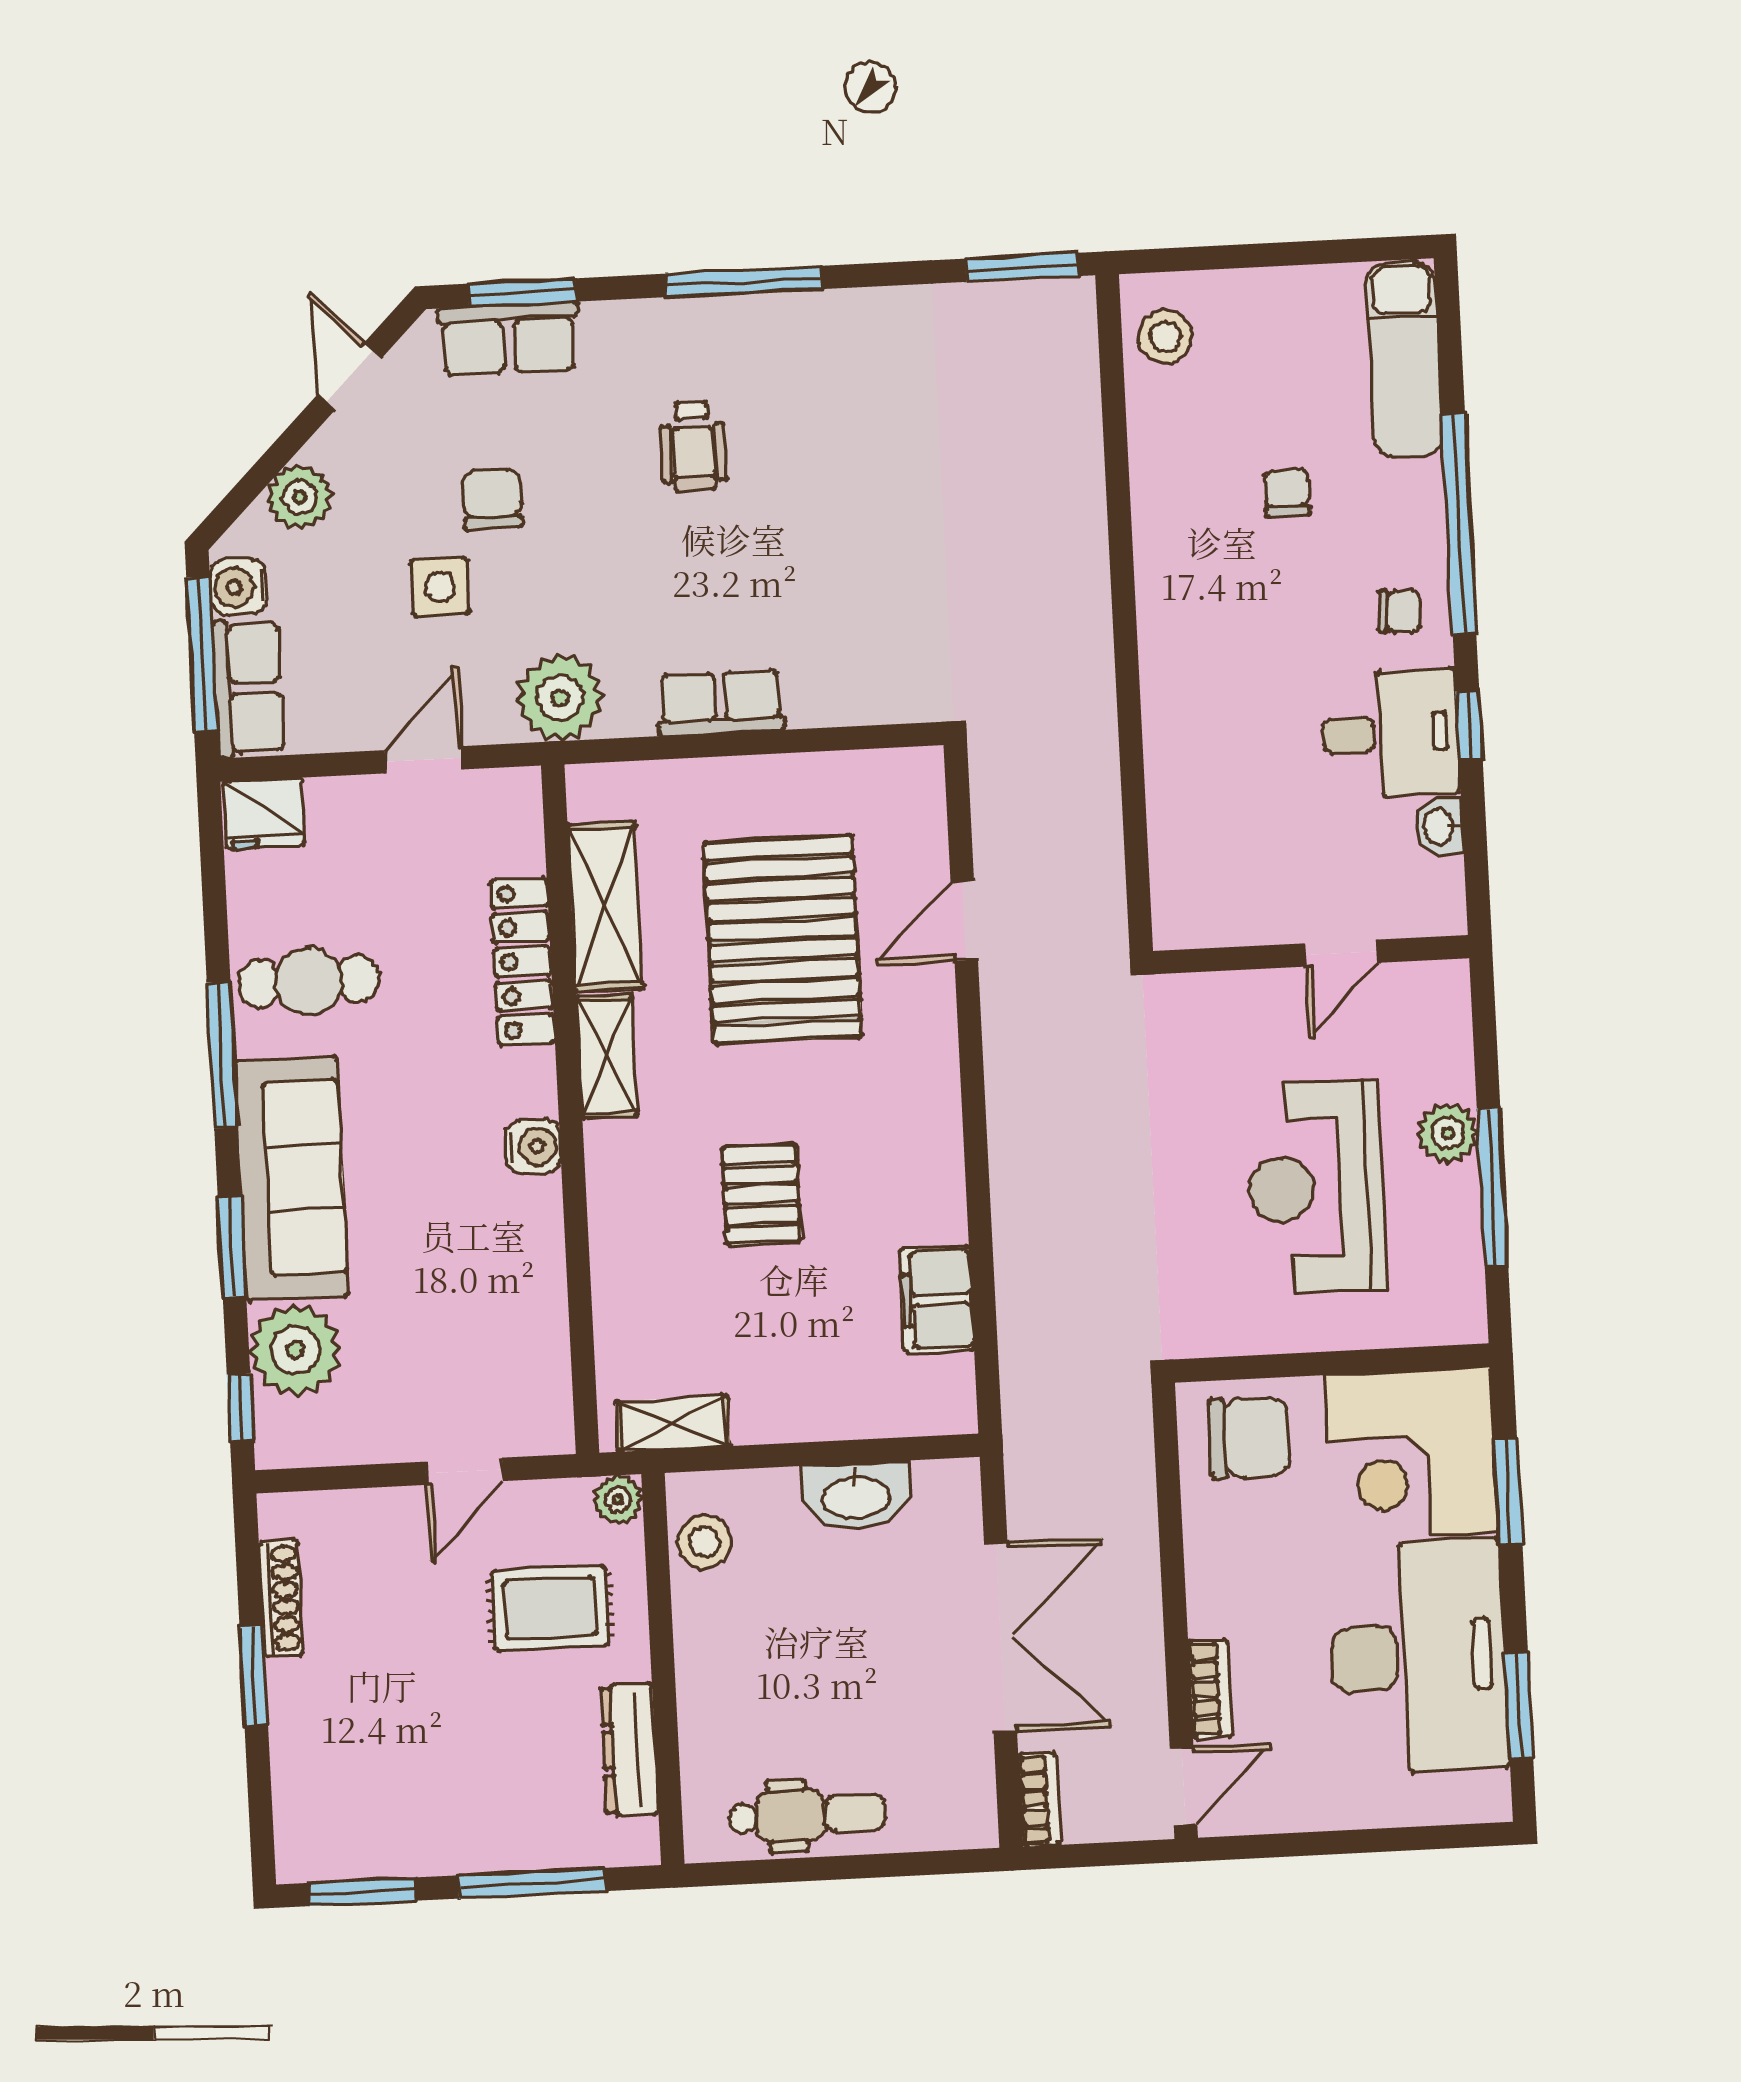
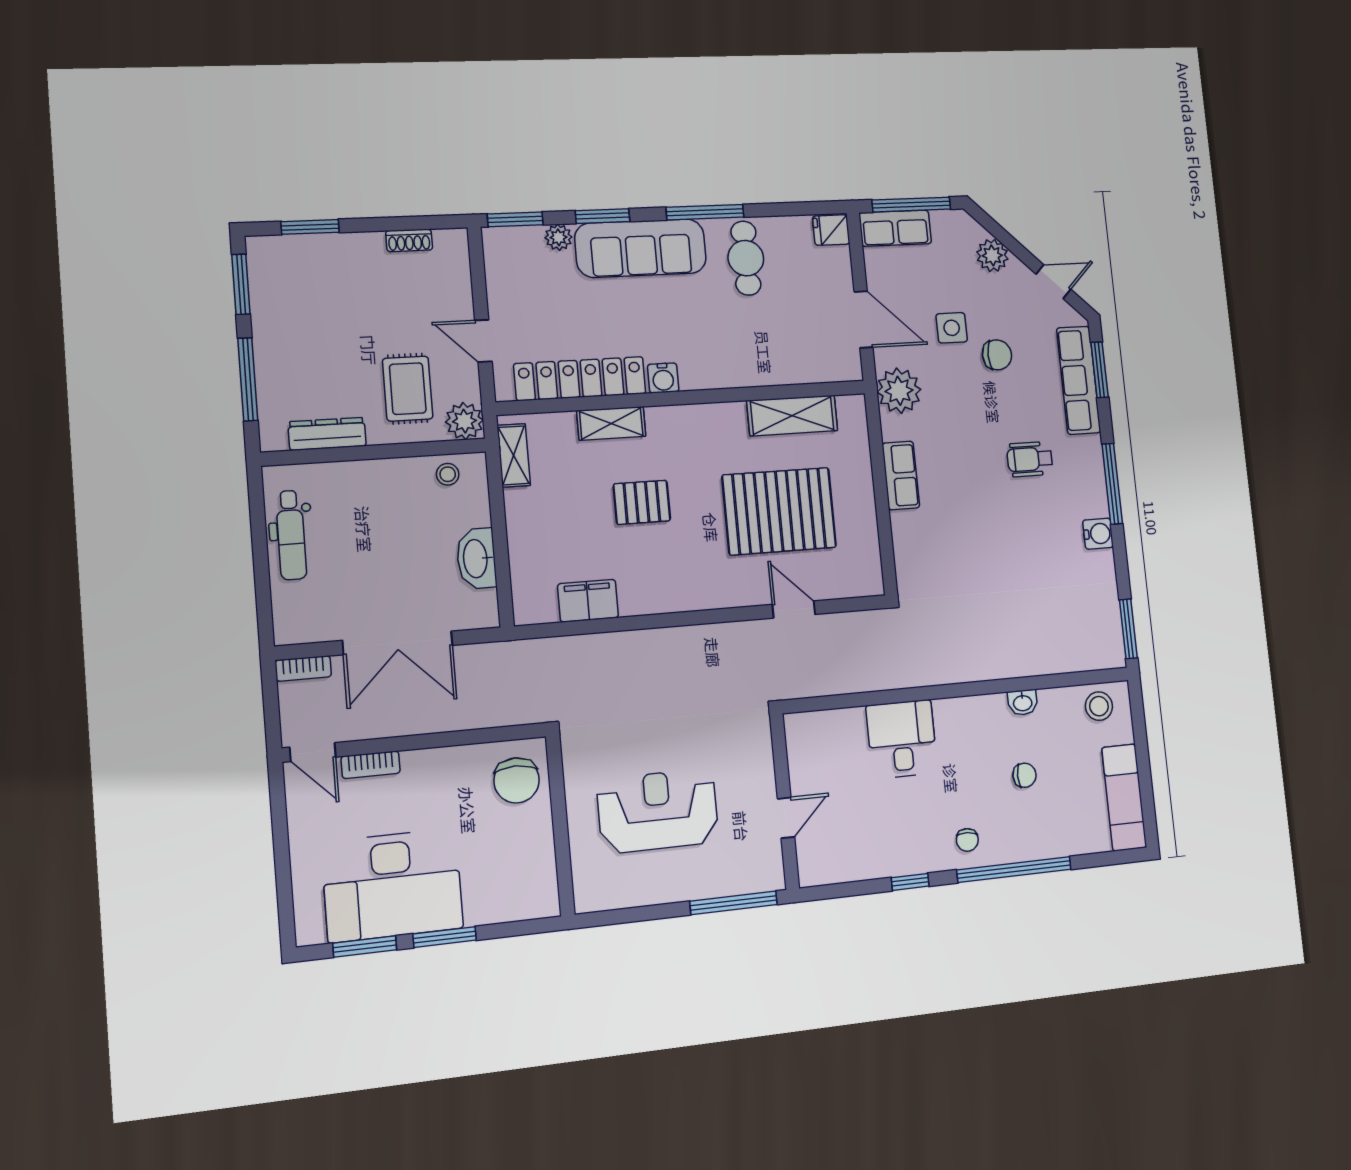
row of seats: (509, 339) -> (1079, 380), width x1.48
exam couch: (1405, 360) -> (1124, 797), moved, turned -90
water cooler: (239, 587) -> (1098, 534), moved, turned 90
desk: (1390, 734) -> (902, 739), moved, turned 180
door: (424, 760) -> (864, 319), width x1.38
fridge: (264, 813) -> (831, 230), width x0.72
washbasin: (1440, 827) -> (1023, 703), moved, turned 180
door: (1341, 953) -> (786, 818), swing flipped
locker: (523, 962) -> (580, 379), moved, width x1.41, depth x1.21
shelving: (607, 1056) -> (611, 423), moved
plant: (1448, 1133) -> (691, 884), removed
window: (1492, 1187) -> (734, 903), moved
plant: (295, 1350) -> (559, 237), width x0.53, depth x0.53
window: (240, 1407) -> (515, 219), width x1.50
corner desk: (1411, 1454) -> (510, 874), removed
window: (1508, 1492) -> (445, 937), moved
plant: (618, 1500) -> (464, 421), width x1.38, depth x1.38
stool: (704, 1542) -> (448, 474), width x0.73, depth x0.73
shoe rack: (281, 1598) -> (409, 240), width x0.70
window: (254, 1676) -> (310, 227), moved

